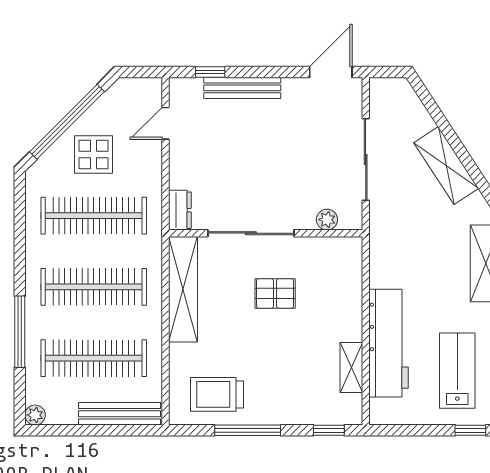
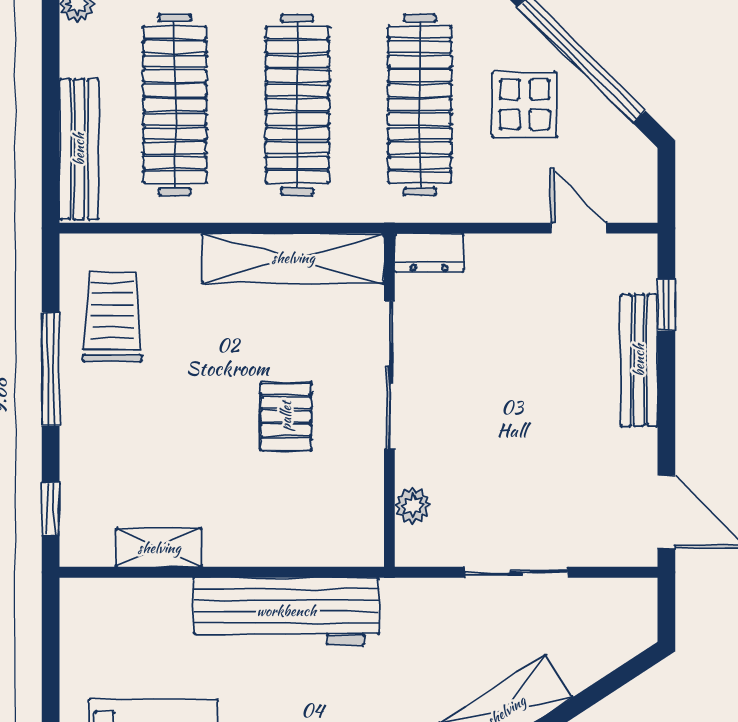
sliding door: (366, 159) -> (516, 572), width x0.73
workbench: (388, 343) -> (286, 611), moved

